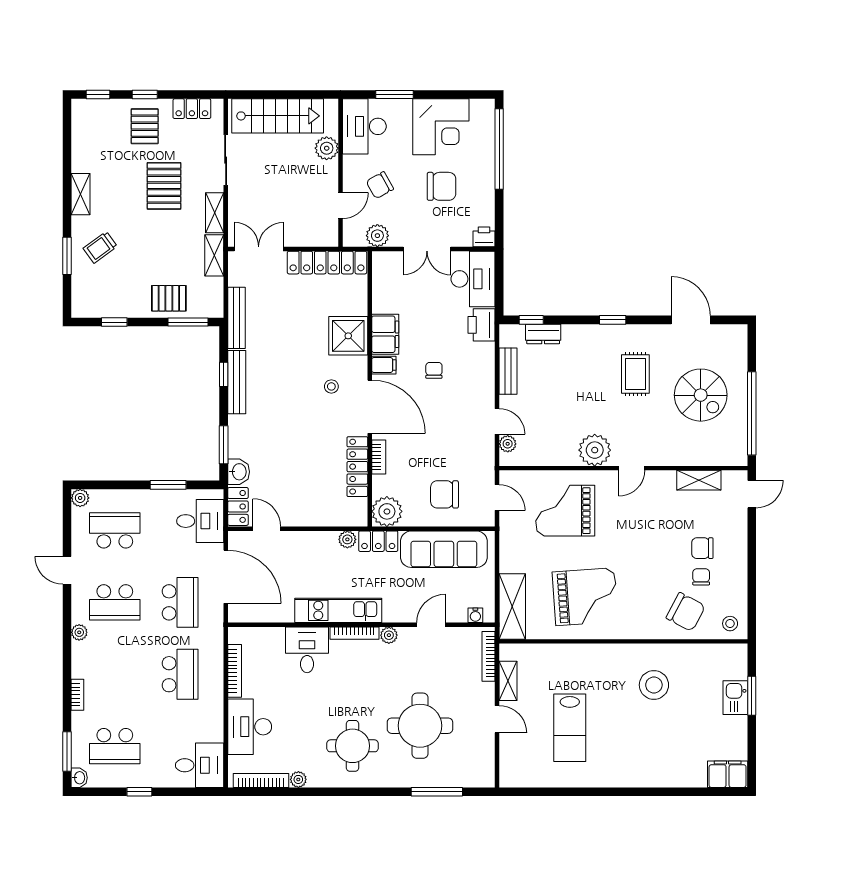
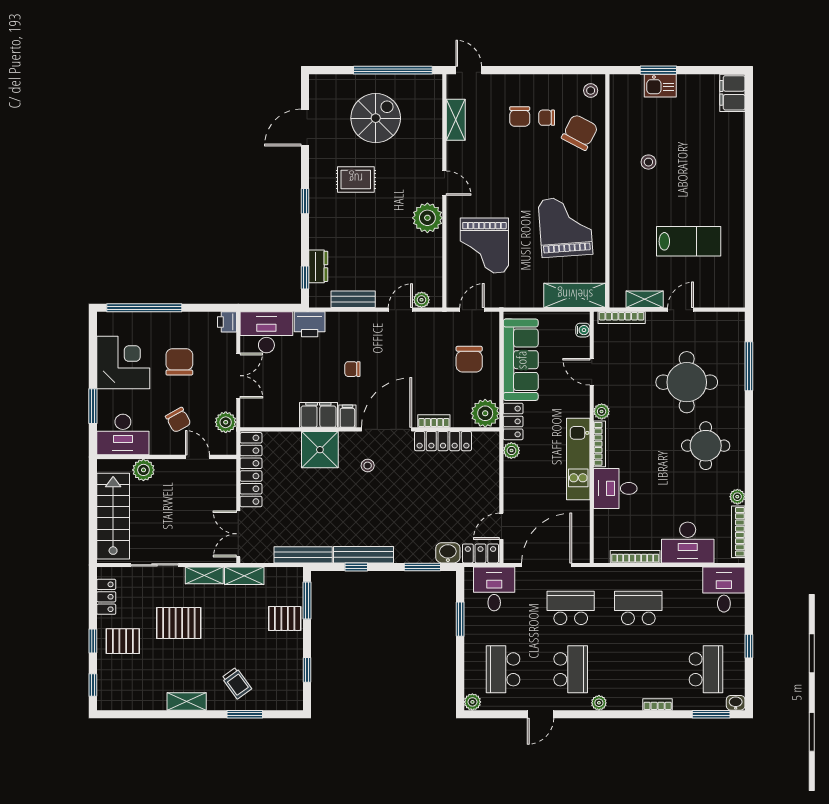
pallet: (169, 298) -> (285, 618), turned 90
stool: (654, 685) -> (648, 162), width x0.53, depth x0.53

